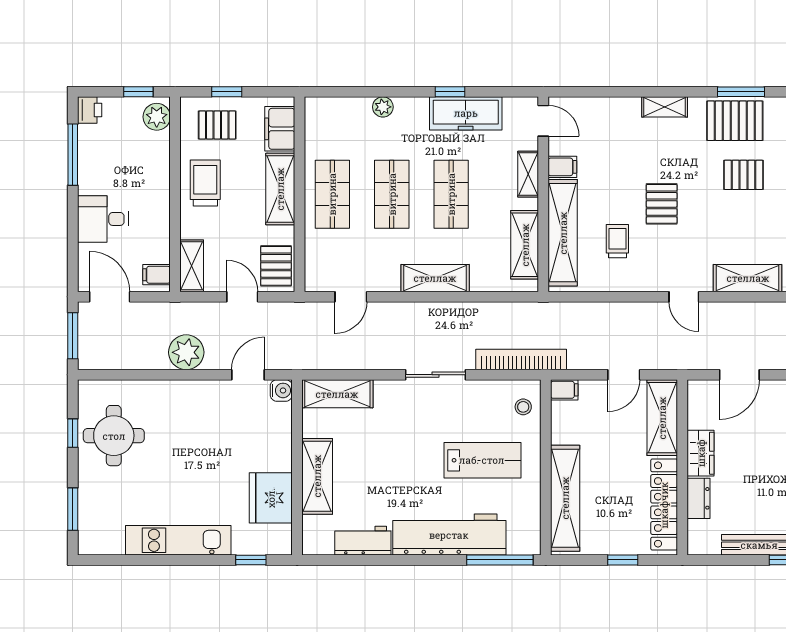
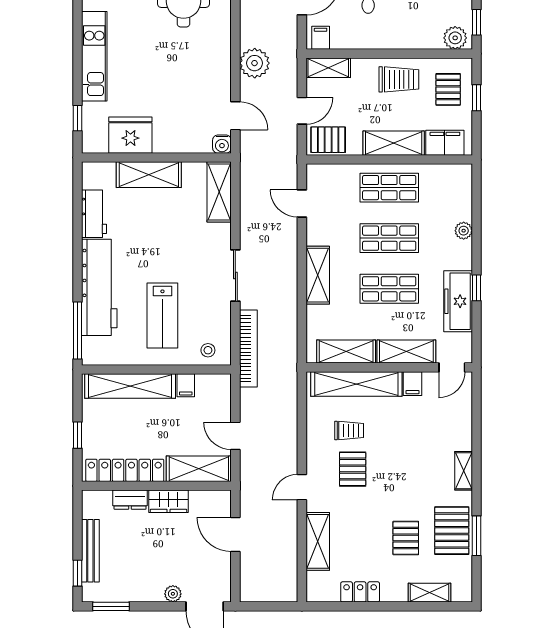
shelving: (528, 174) -> (406, 352), width x1.50, depth x1.33
pallet: (662, 204) -> (353, 469), moved, turned 90
filing cabinet: (564, 390) -> (186, 385), moved

